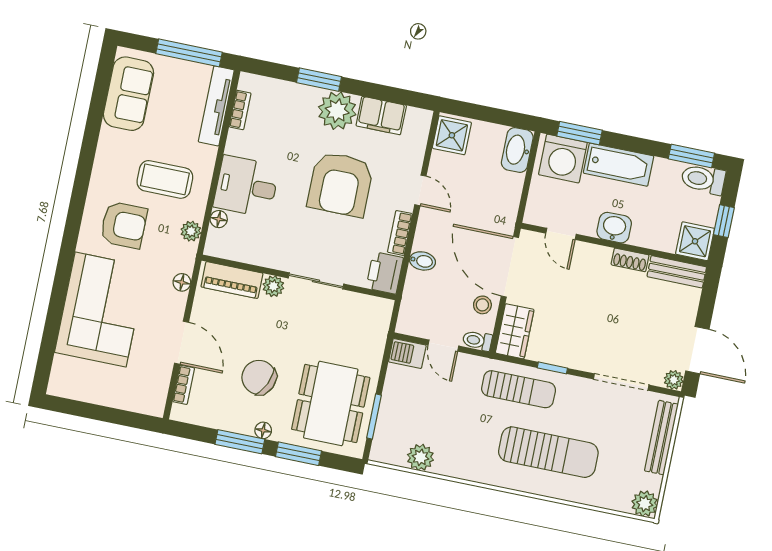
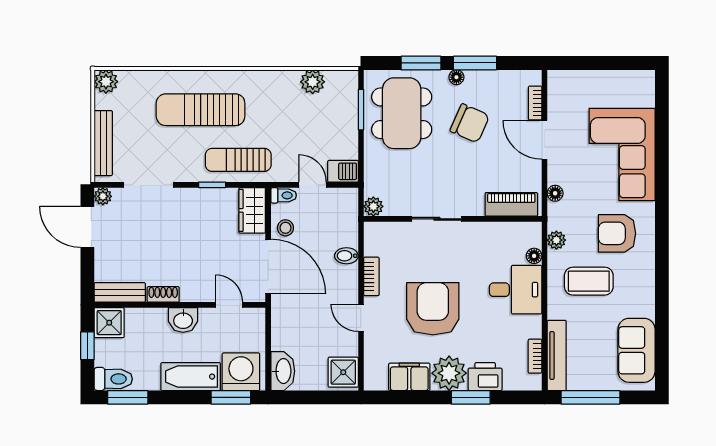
printer: (385, 273) -> (485, 377), moved, turned -90
plant: (273, 286) -> (373, 206), moved

